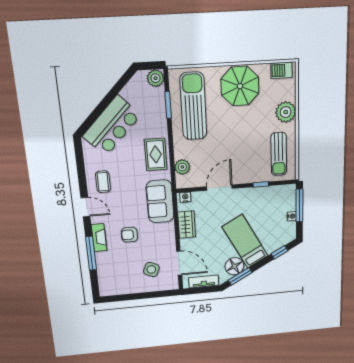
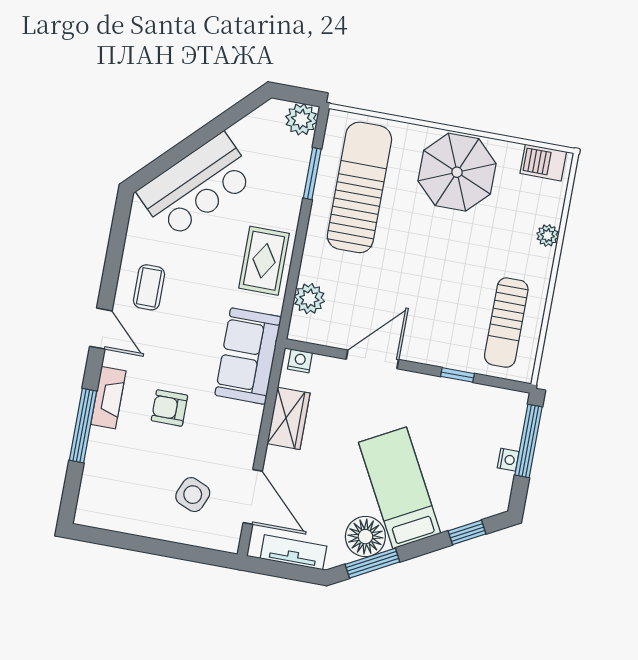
plant: (286, 112) -> (548, 235), width x0.53, depth x0.53

